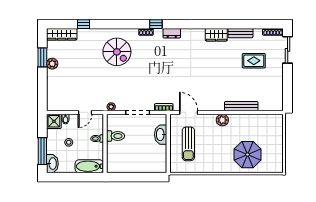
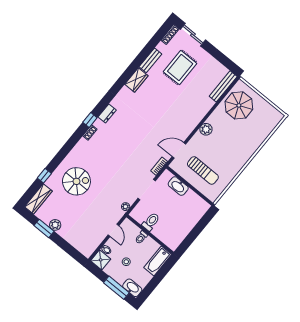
spiral stairs: (117, 52) -> (76, 181), moved
rug: (254, 61) -> (180, 68), width x1.36, depth x1.43
bench: (241, 106) -> (223, 86), moved
parasol: (247, 155) -> (239, 105), moved

